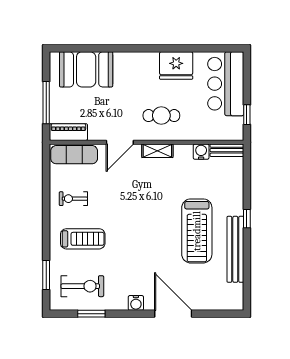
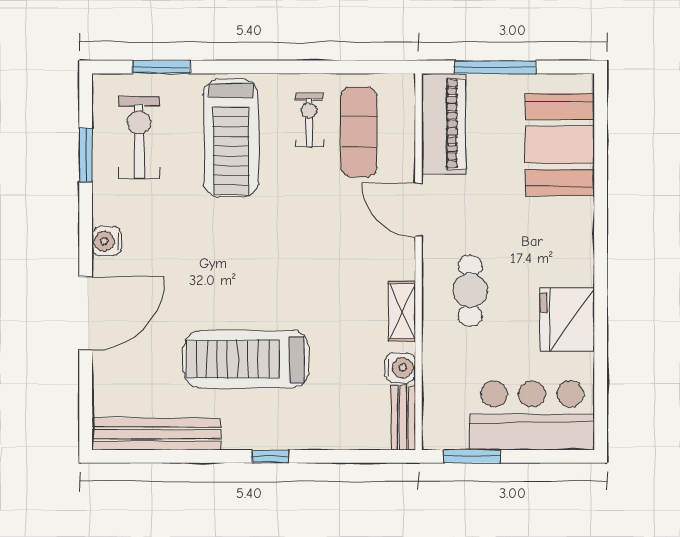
window: (247, 115) -> (472, 456), width x1.50
piano: (68, 132) -> (444, 124), width x1.37, depth x1.33
shelving: (157, 151) -> (402, 311), moved
exercise mat: (74, 155) -> (359, 132), moved
treadmill: (83, 239) -> (231, 138), width x1.37, depth x1.38
bench: (235, 249) -> (156, 434), moved
exercise bike: (82, 286) -> (139, 137), turned 180

